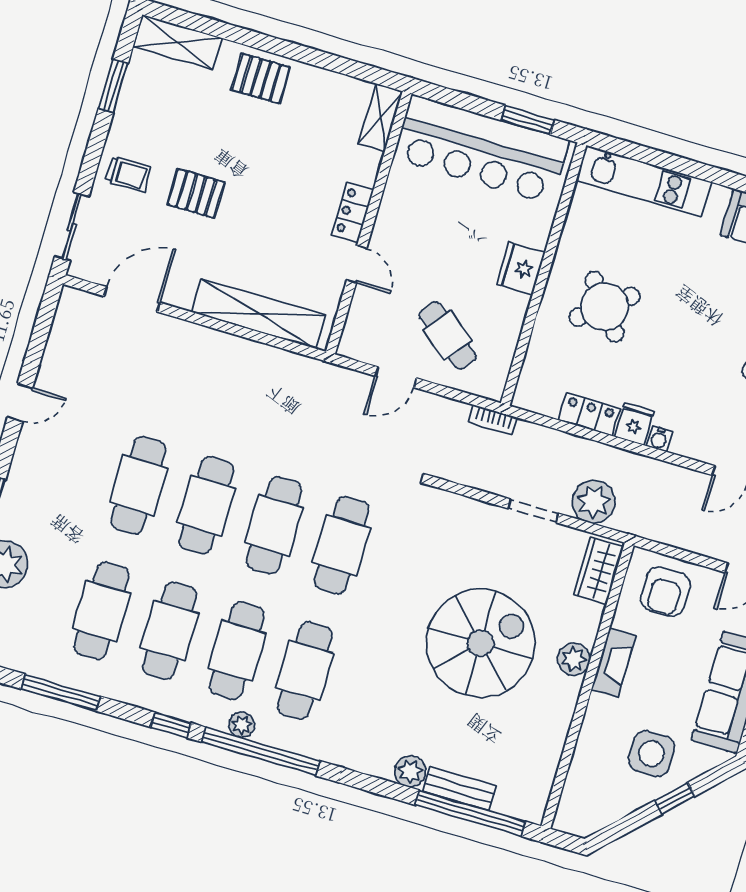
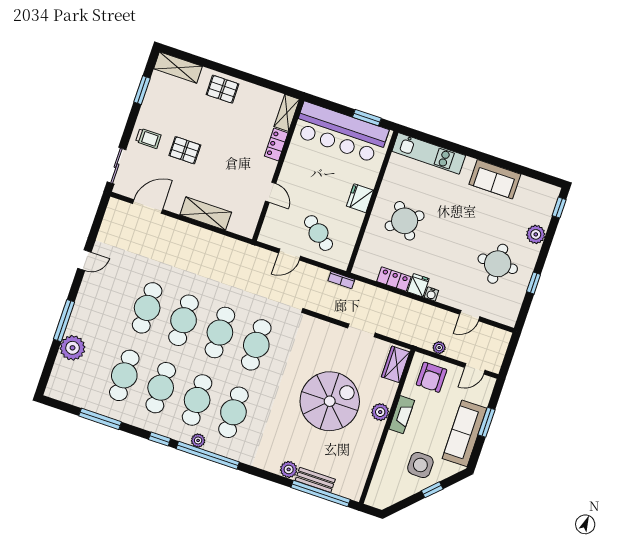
locker: (353, 212) -> (276, 145), moved
shelving: (259, 314) -> (206, 213), width x0.68
plant: (594, 502) -> (439, 348), moved, width x0.53, depth x0.53

